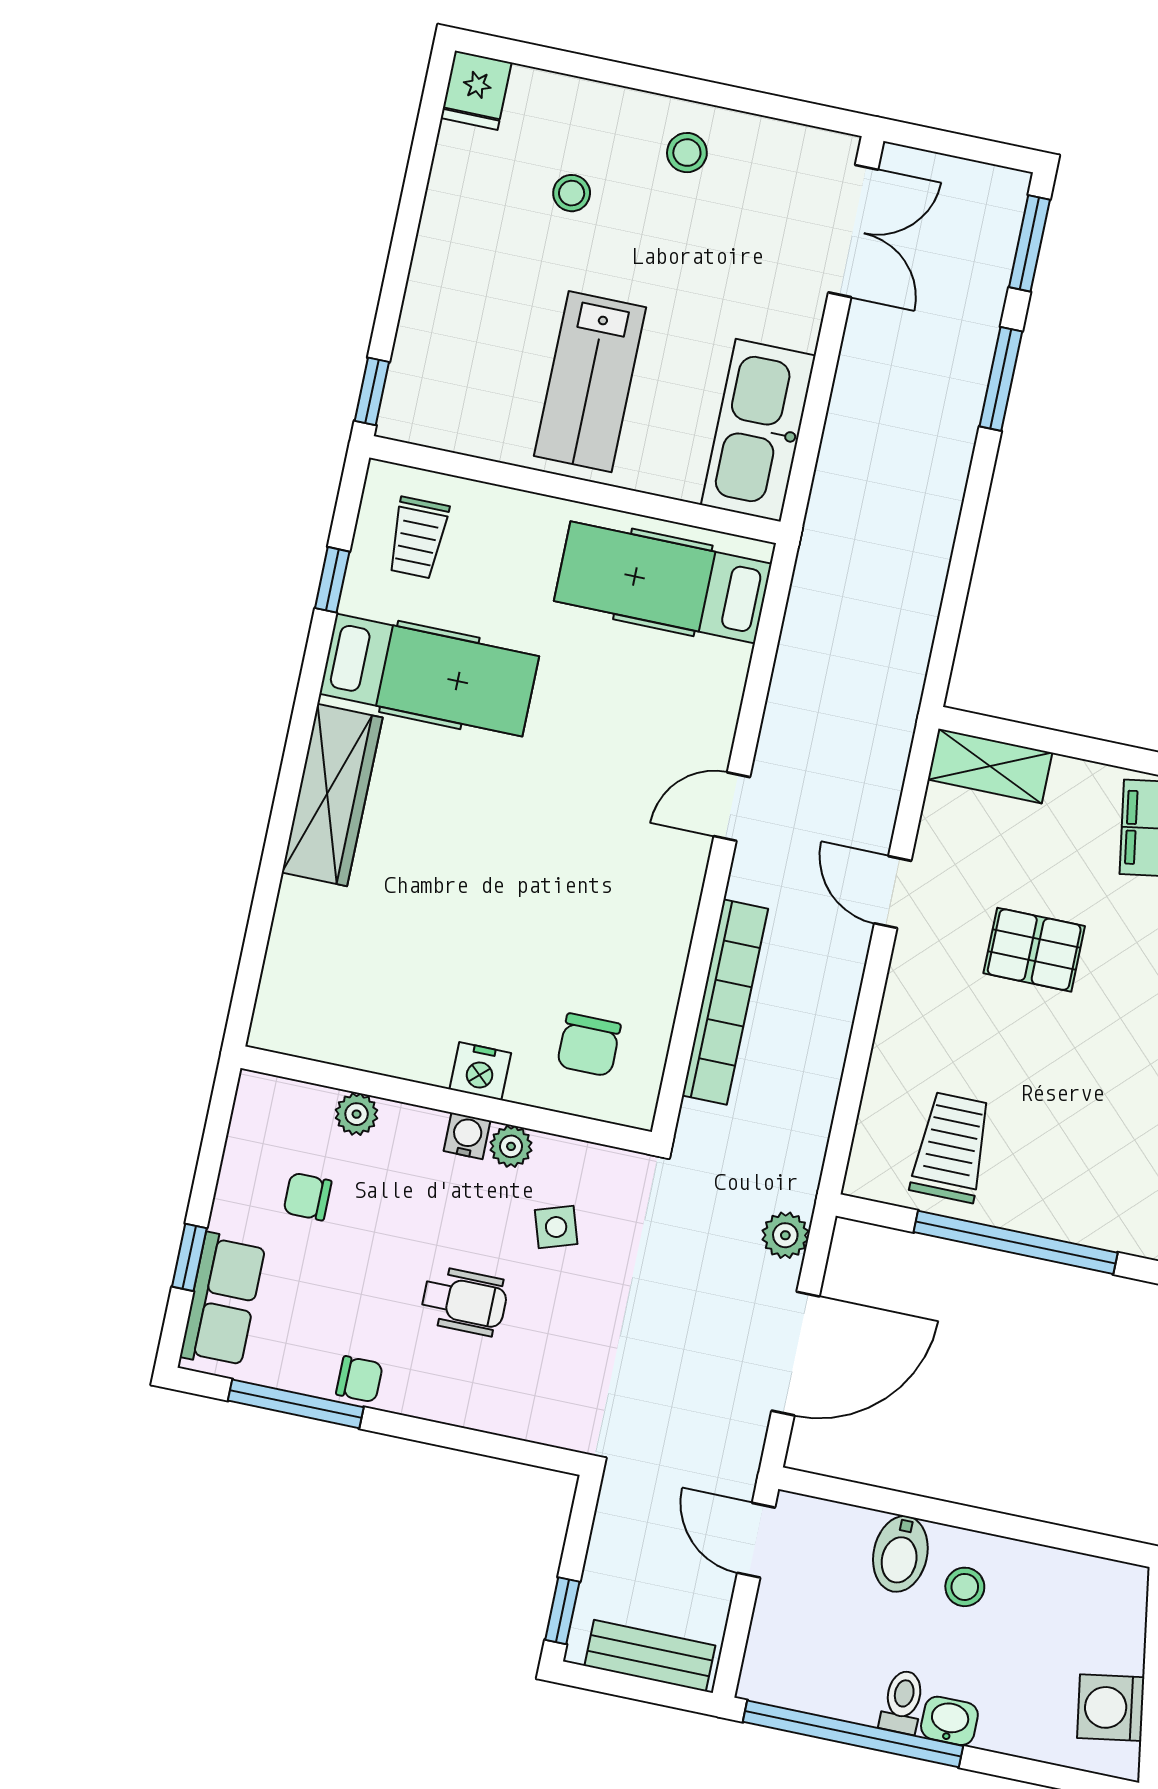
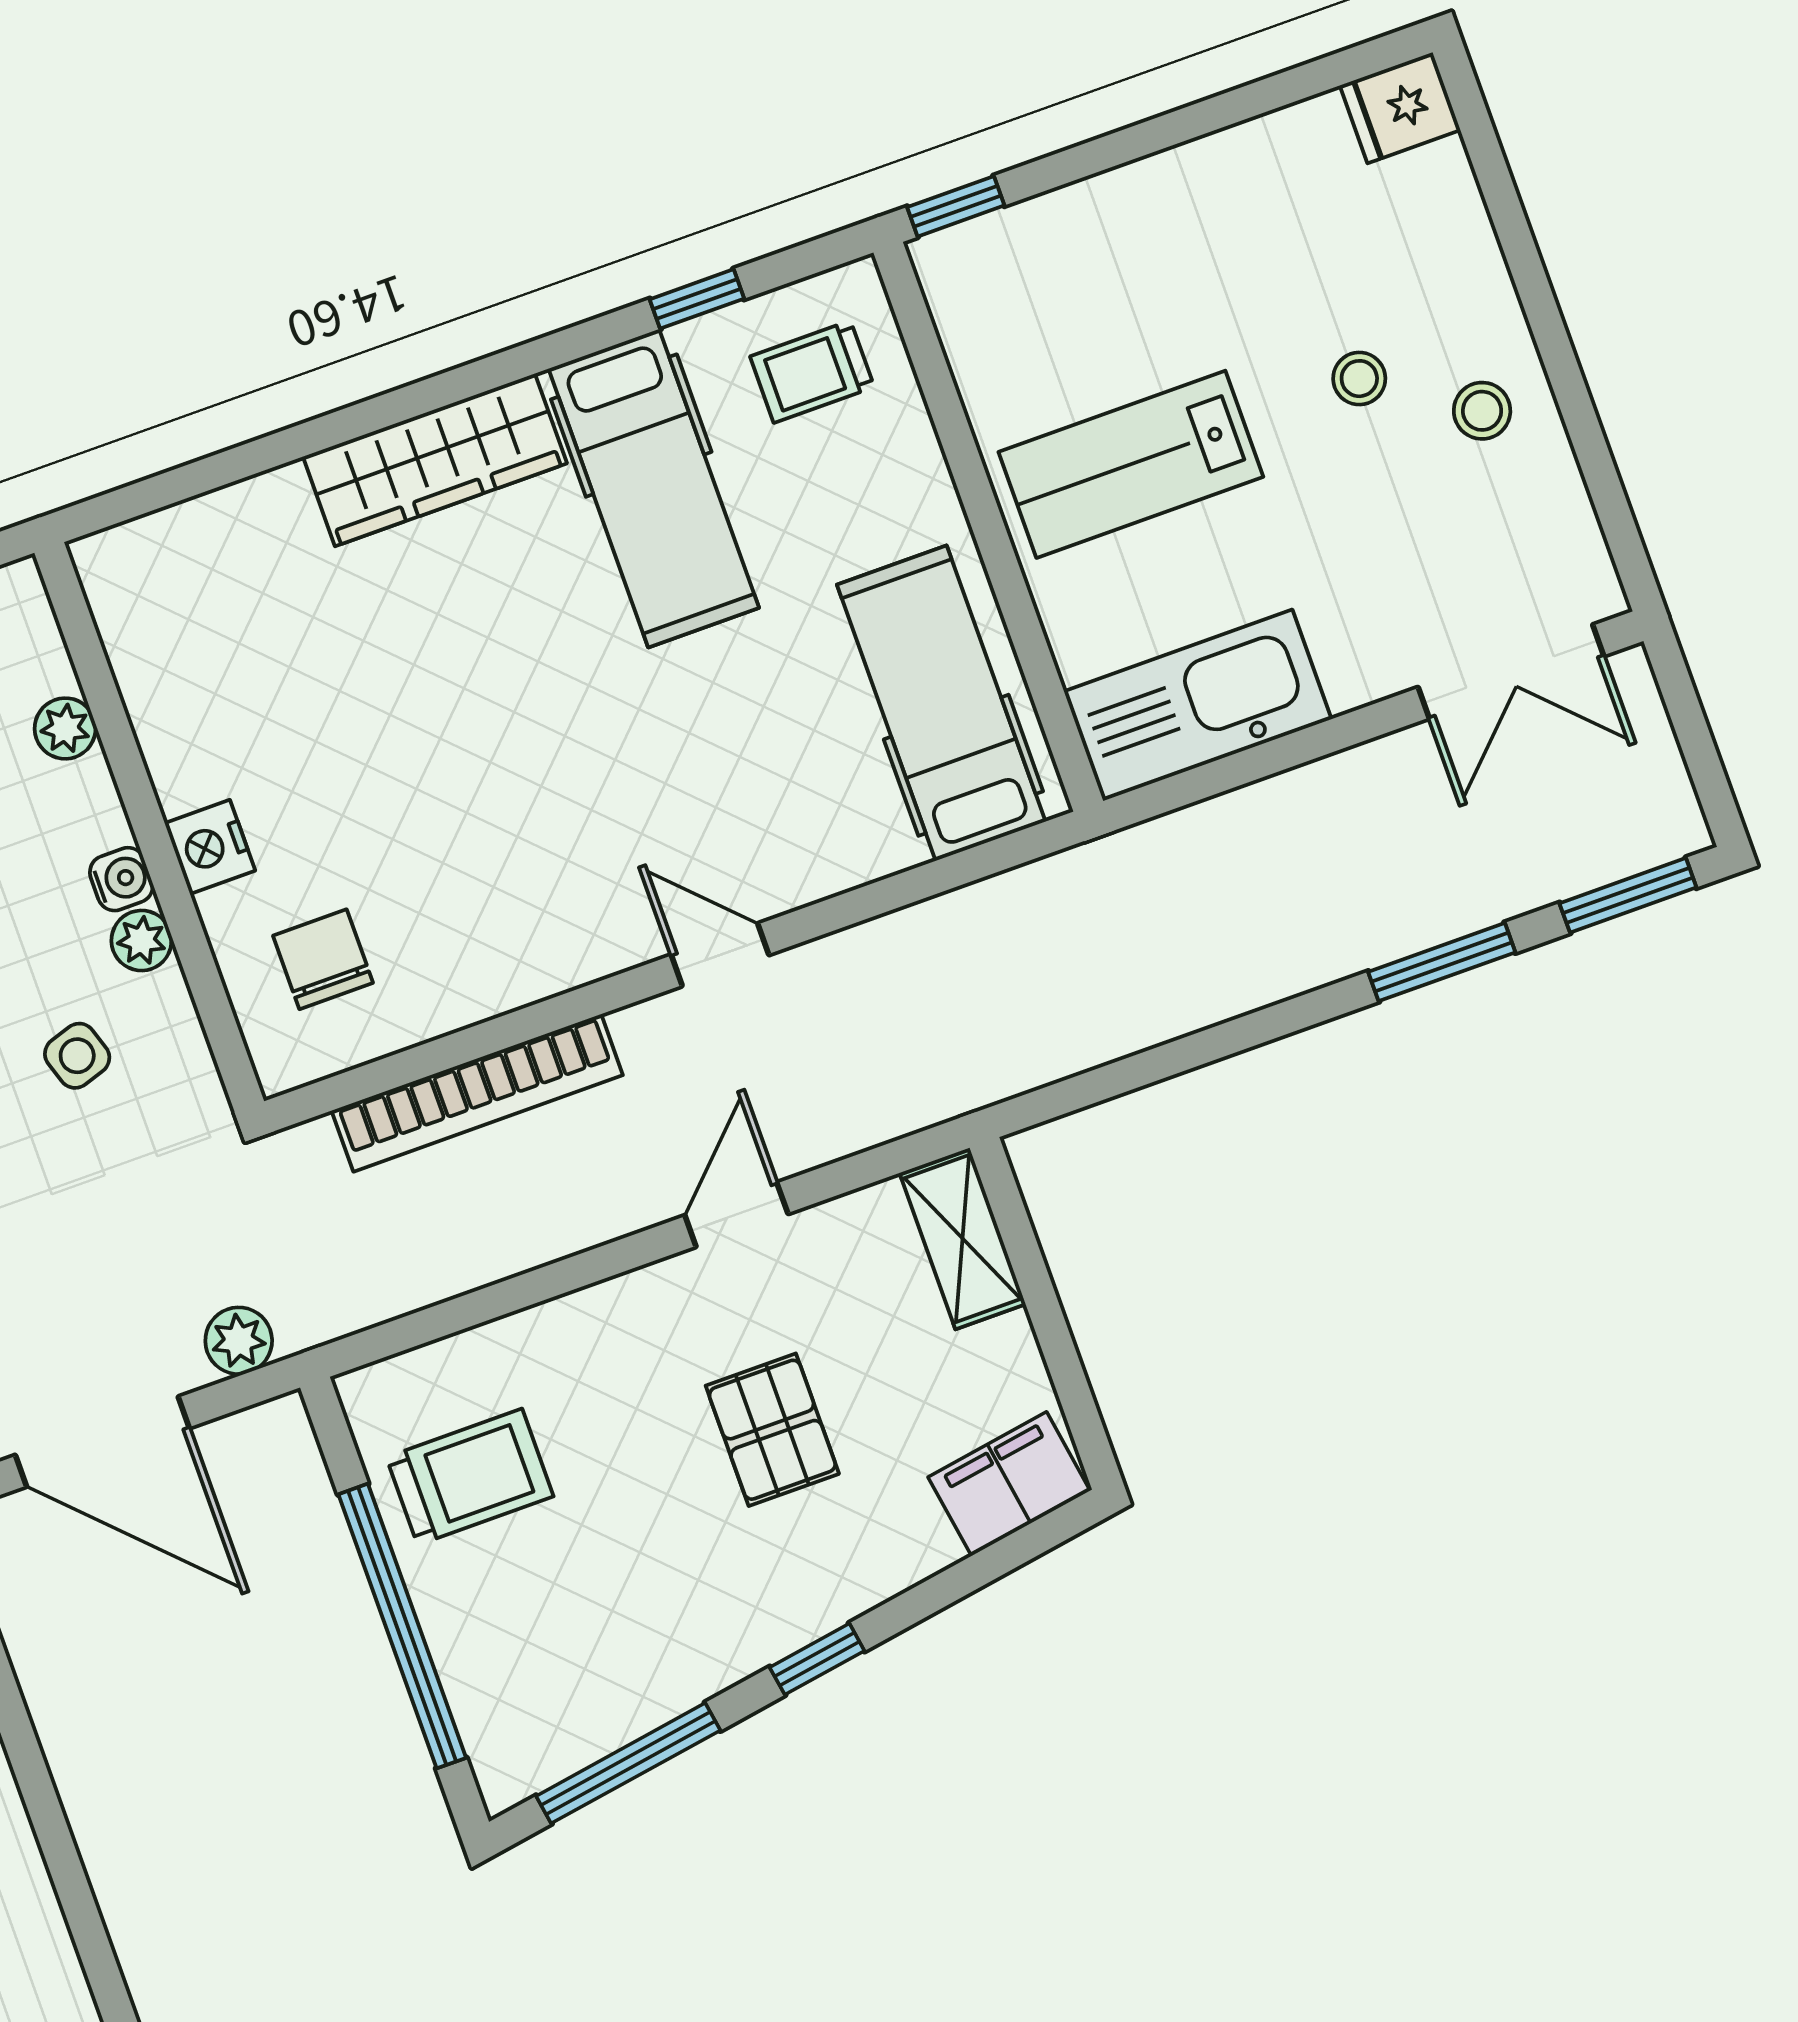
stool: (572, 193) -> (1359, 379), moved
chair: (589, 1045) -> (323, 959), turned 90

